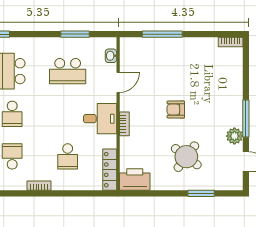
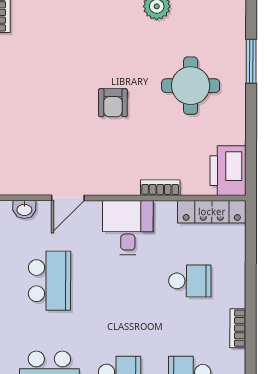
door: (118, 82) -> (68, 198), swing flipped
bookcase: (124, 124) -> (160, 188), moved
round table: (186, 157) -> (191, 86), turned -37

